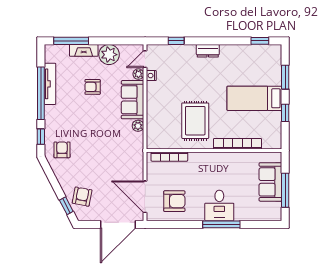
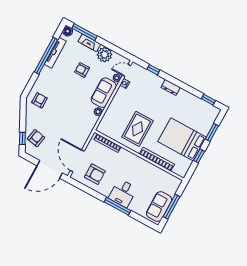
floor lamp: (51, 51) -> (68, 31), added
bed: (254, 98) -> (182, 139), width x1.50
window: (41, 137) -> (30, 84), removed
sofa: (270, 182) -> (159, 207), moved

